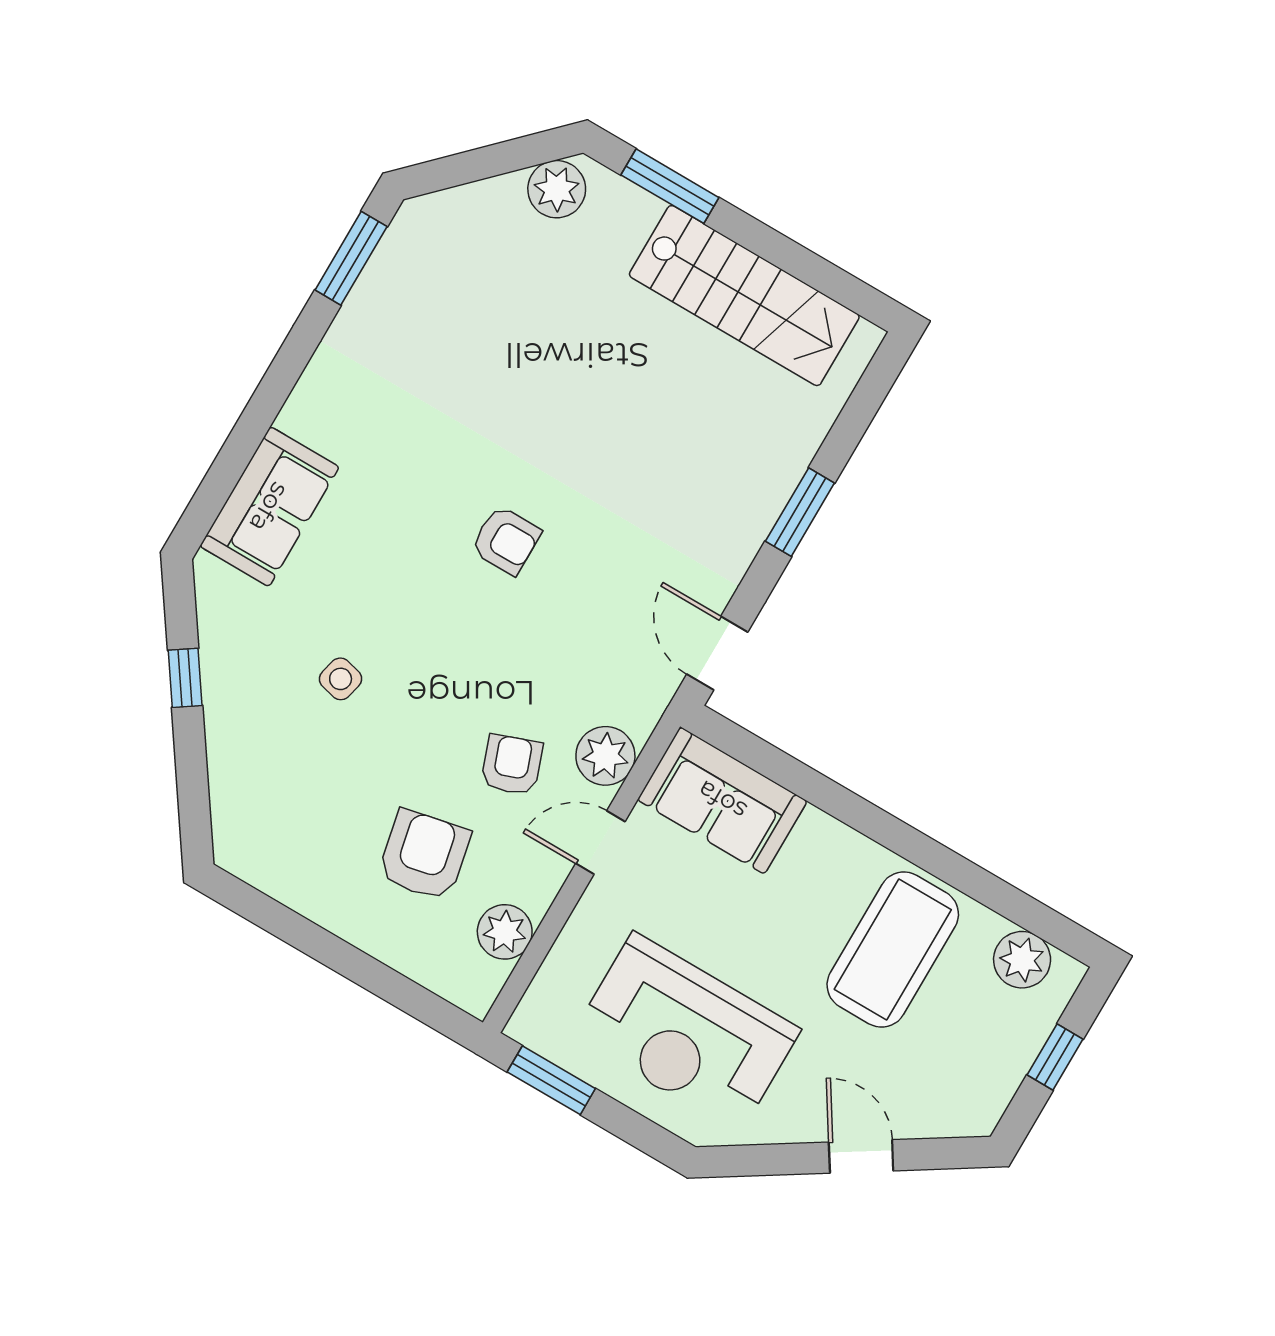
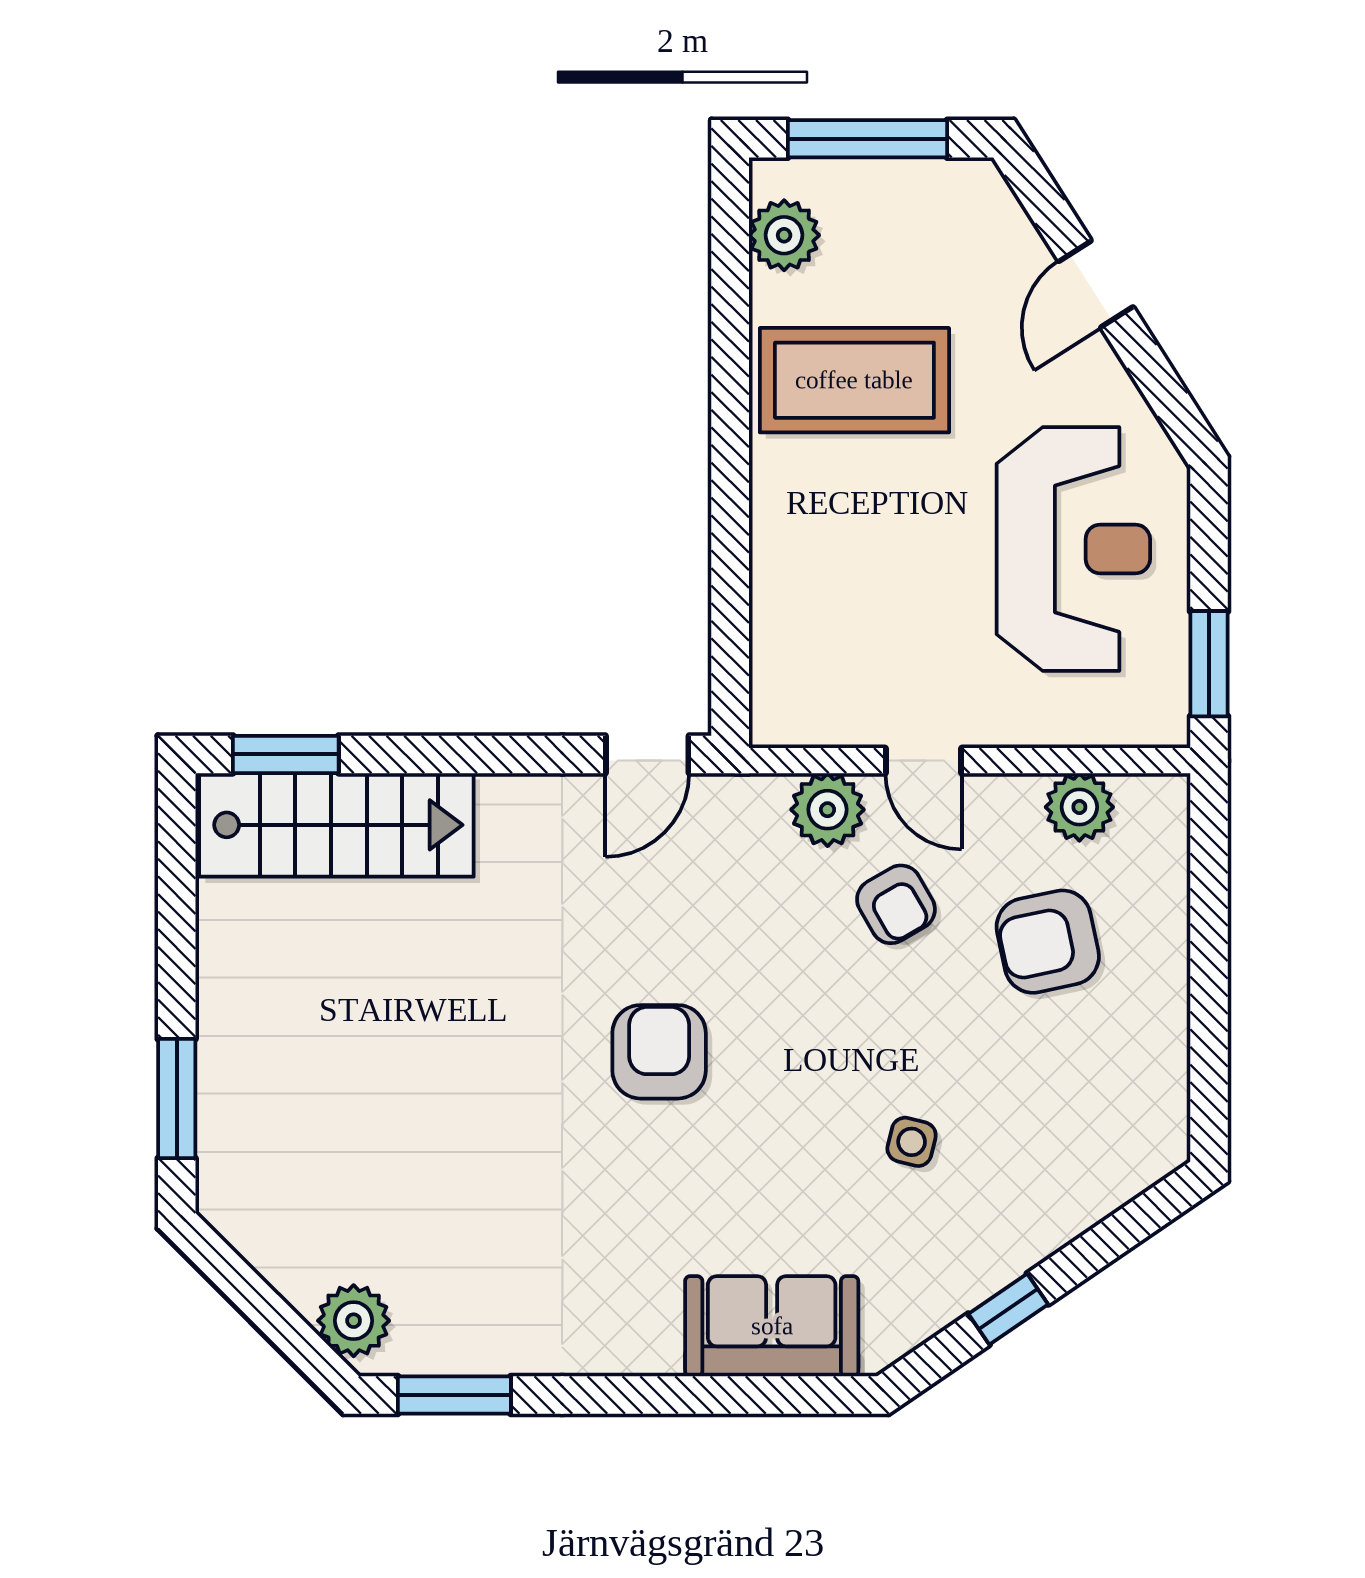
plant: (557, 189) -> (354, 1321), moved
stairs: (744, 296) -> (336, 825), moved, turned 90
window: (800, 512) -> (286, 754), moved
armchair: (506, 540) -> (659, 1052), width x1.38, depth x1.38
armchair: (512, 765) -> (896, 904), turned -100
sofa: (722, 800) -> (802, 656), removed
window: (1055, 1057) -> (868, 139), width x2.17

